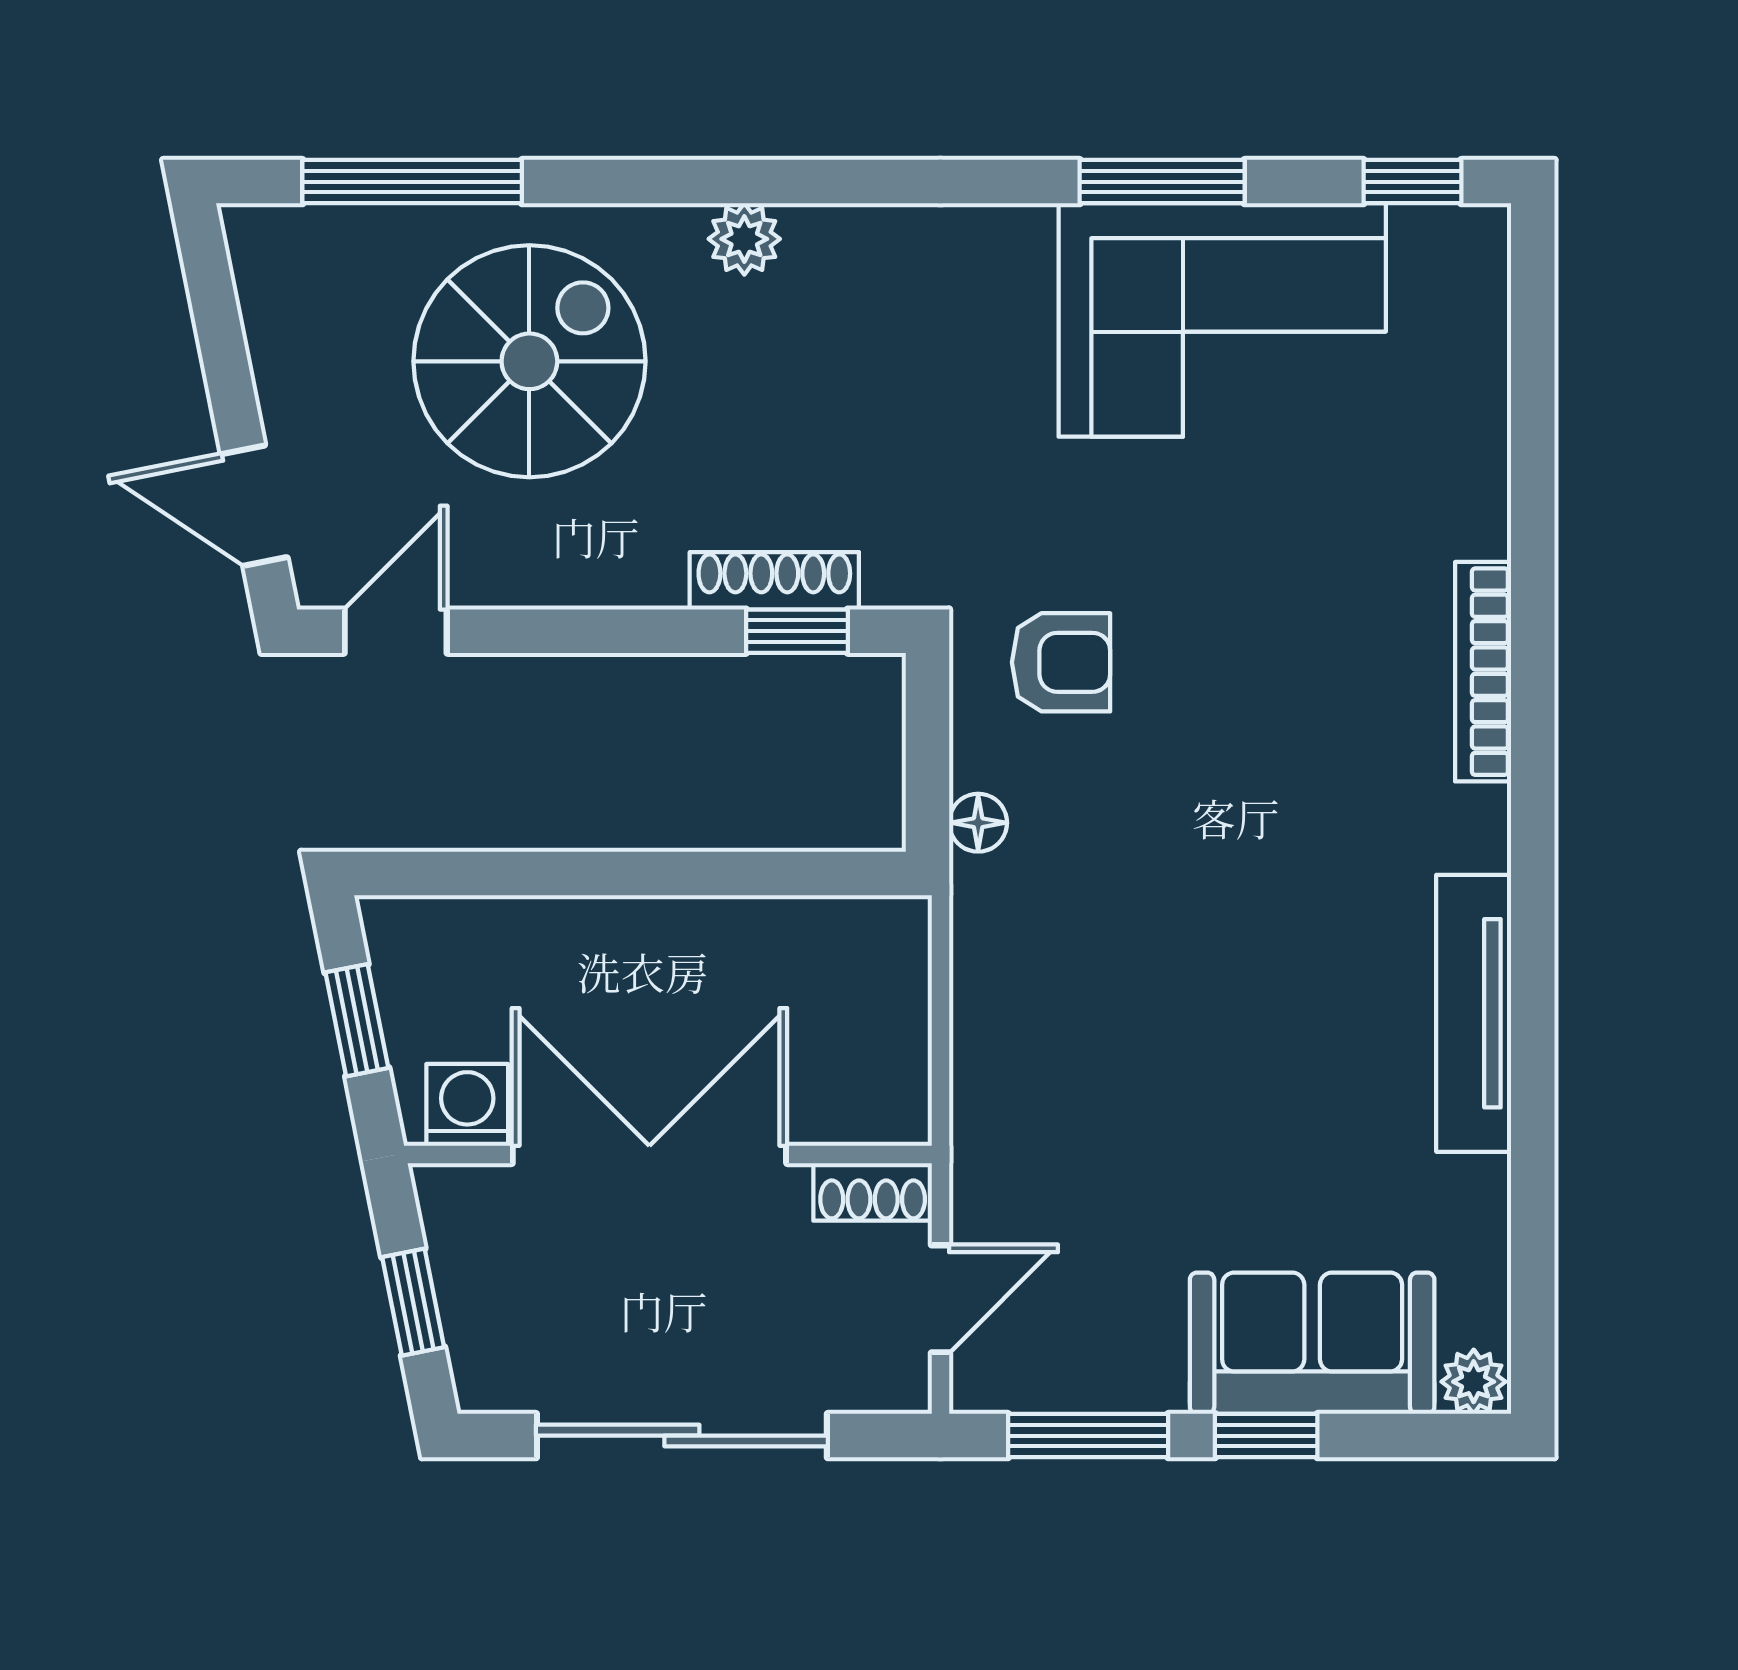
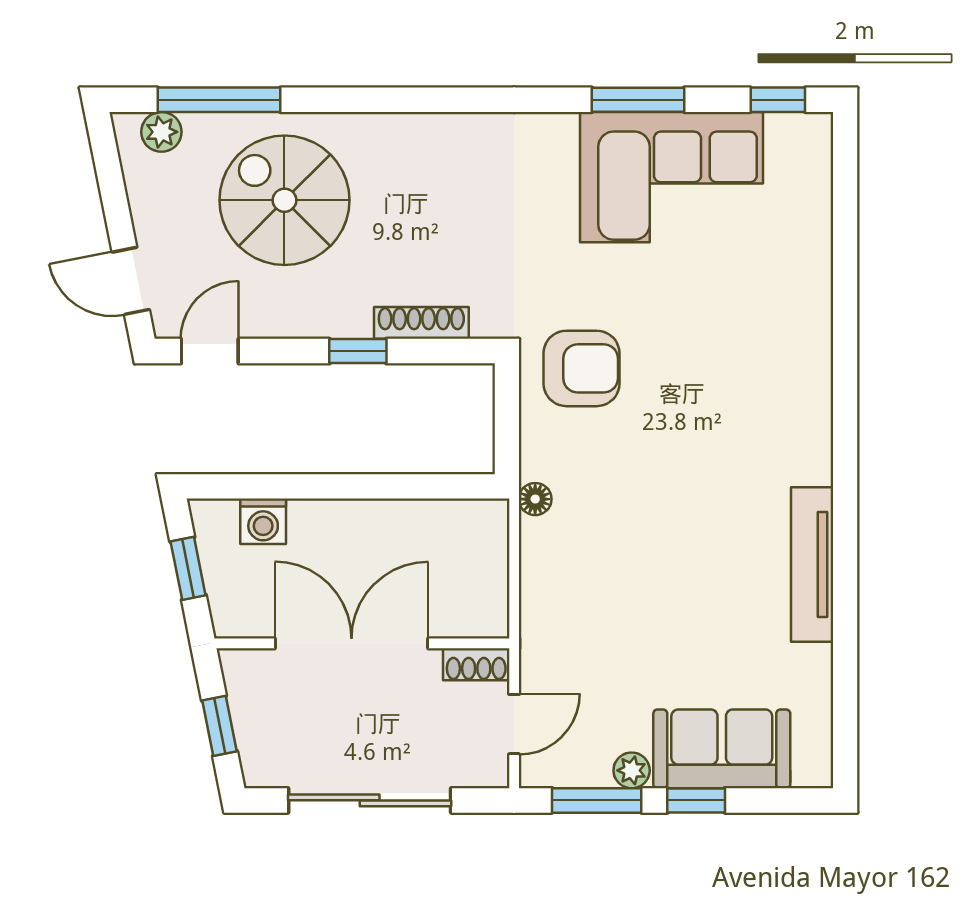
plant: (744, 239) -> (161, 132), moved
spiral stairs: (529, 361) -> (284, 200), turned -90
window: (797, 631) -> (358, 351), moved
armchair: (1061, 662) -> (582, 368), width x1.38, depth x1.38
bookcase: (1483, 672) -> (817, 374), removed
floor lamp: (978, 823) -> (535, 499), moved
washing machine: (467, 1105) -> (263, 521), moved, turned 180
plant: (1474, 1382) -> (632, 770), moved

